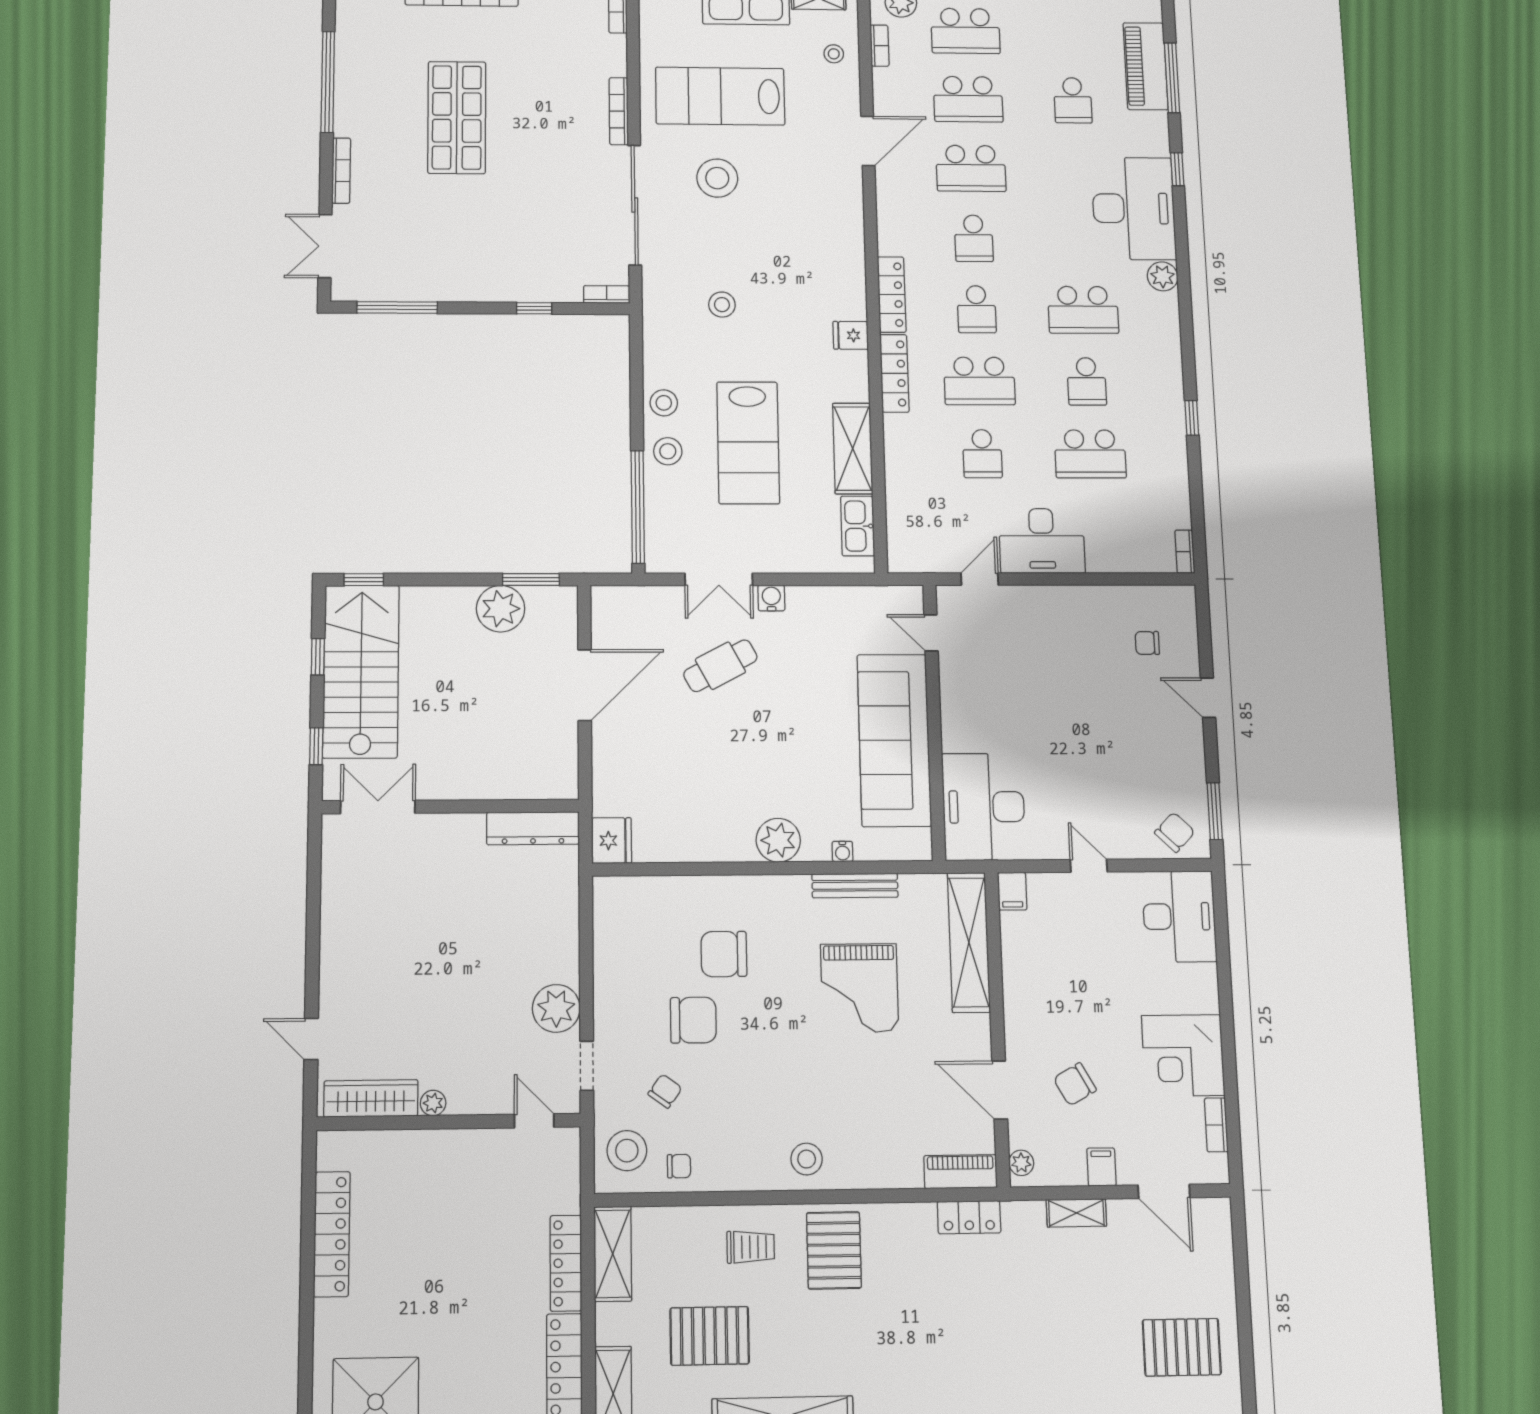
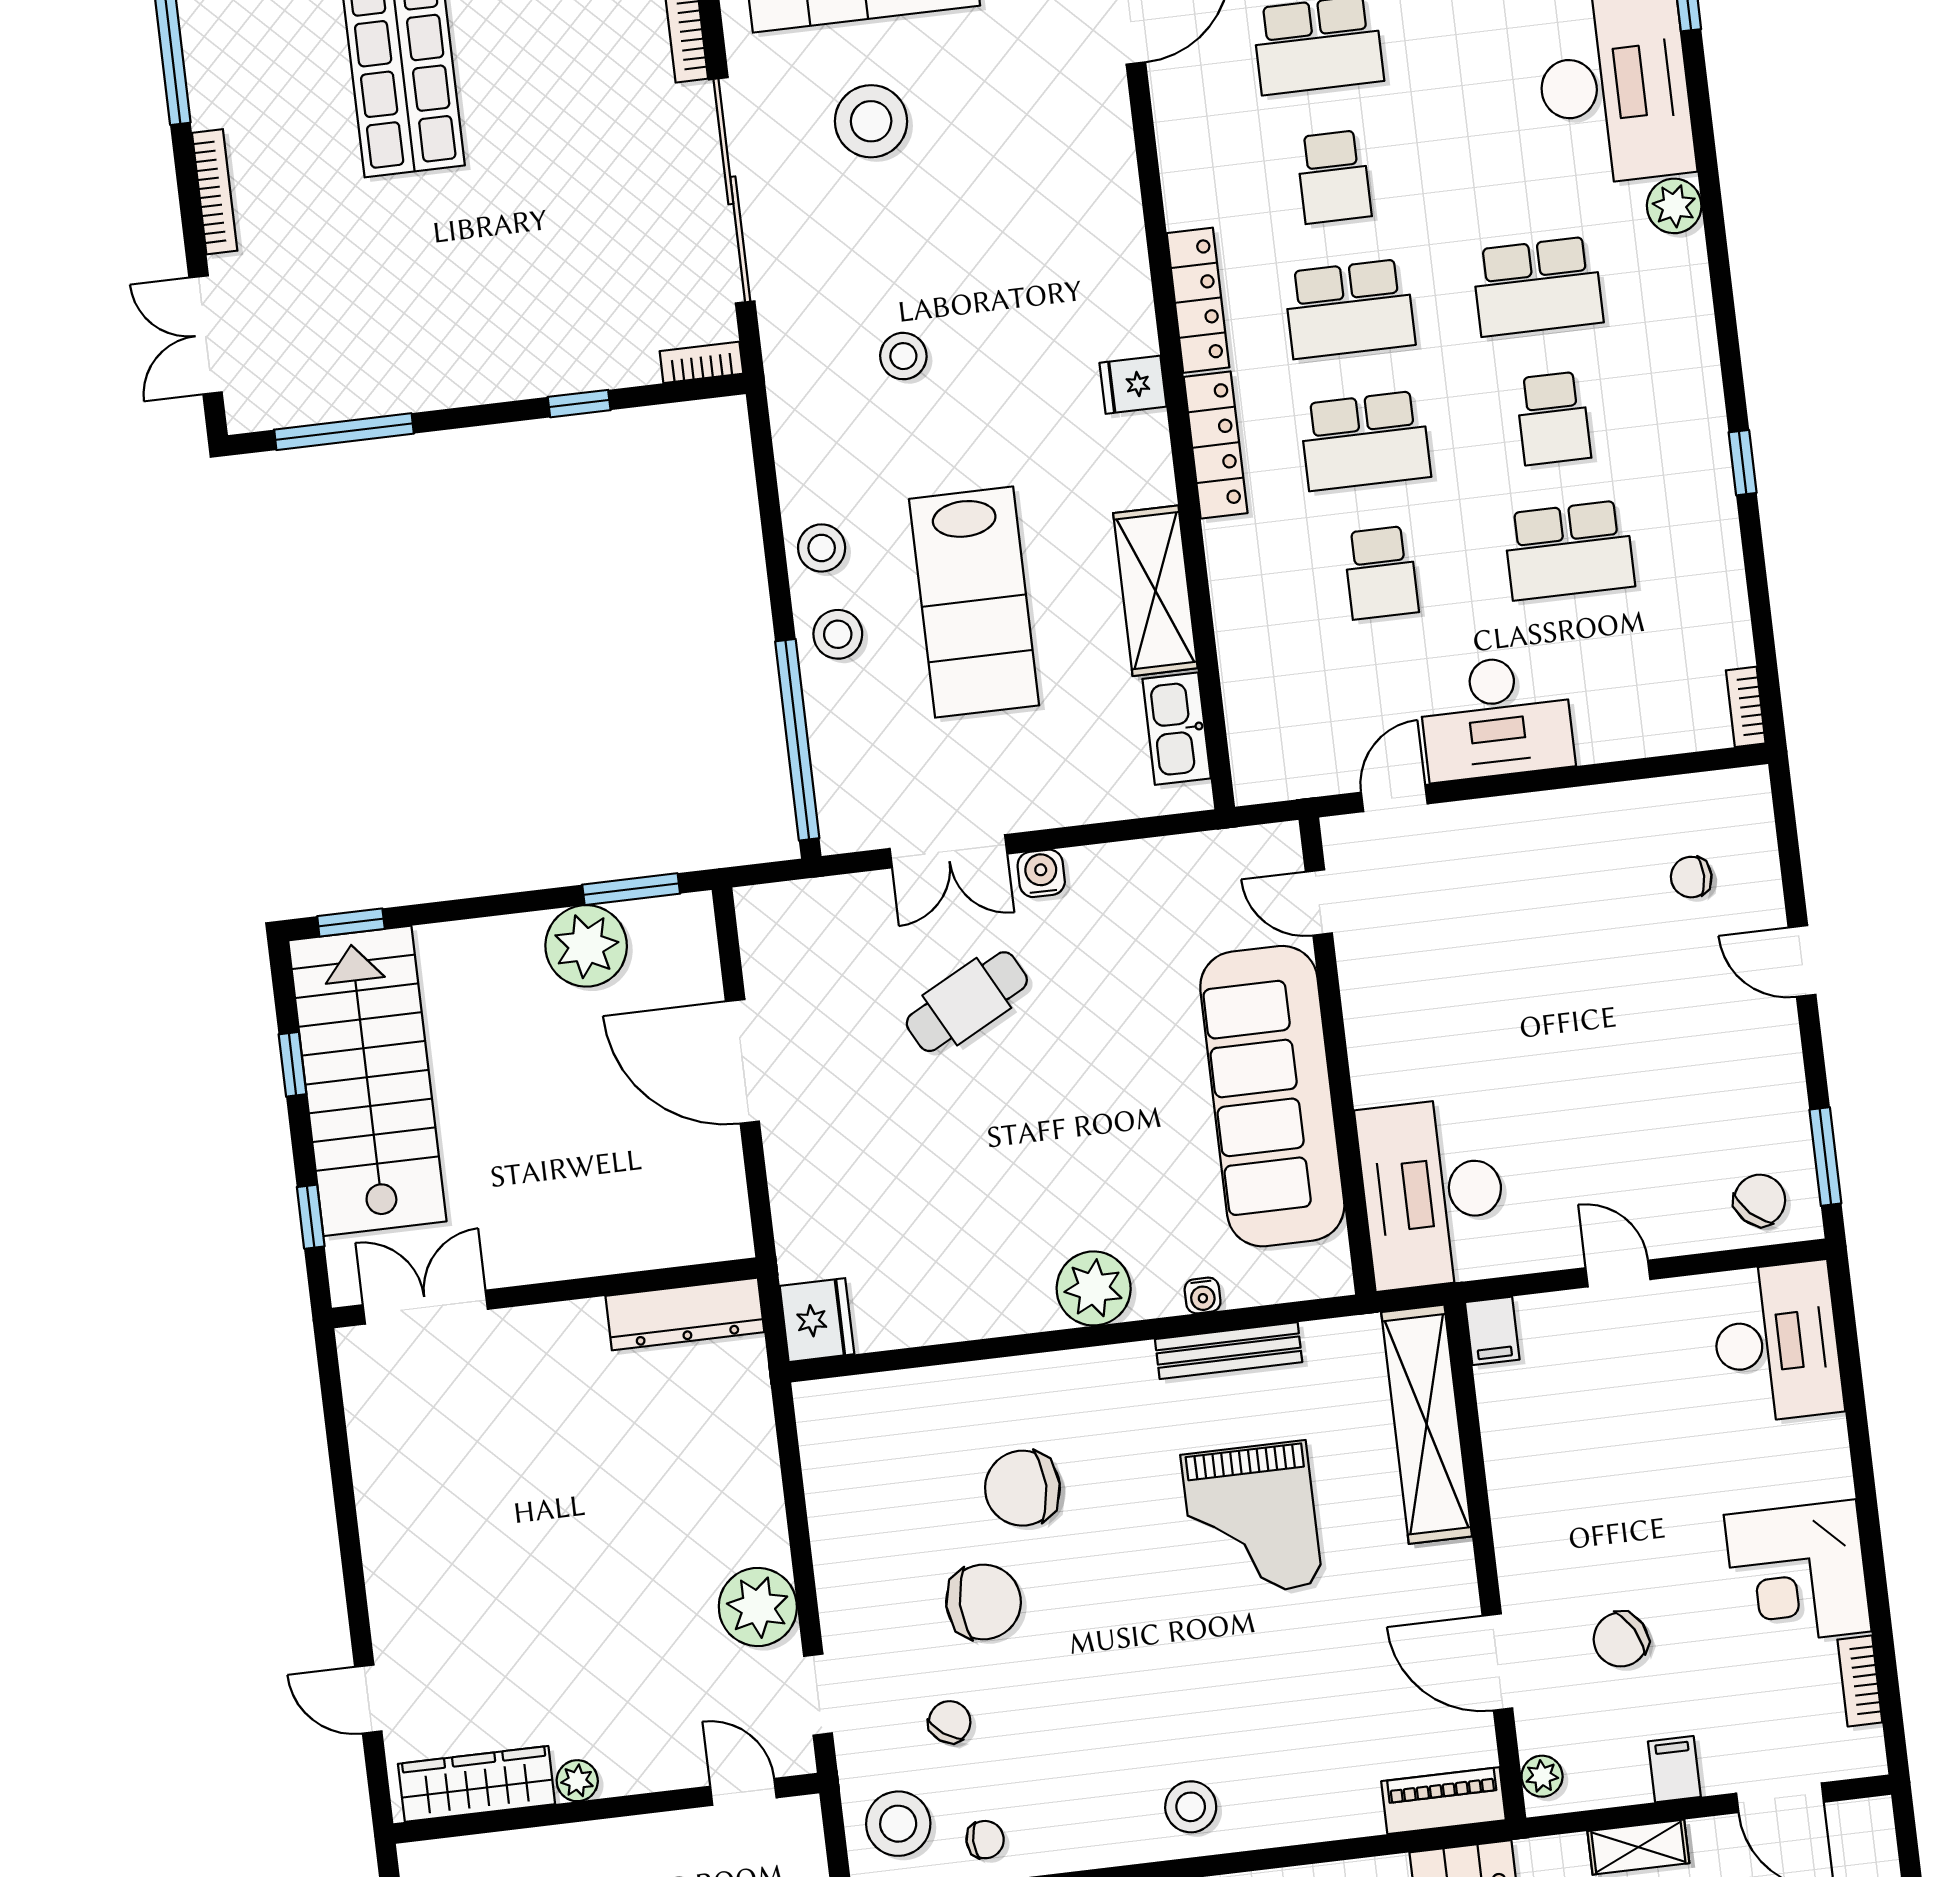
school desk: (977, 309) -> (1349, 309), width x1.85
door: (585, 685) -> (742, 1061), swing flipped

